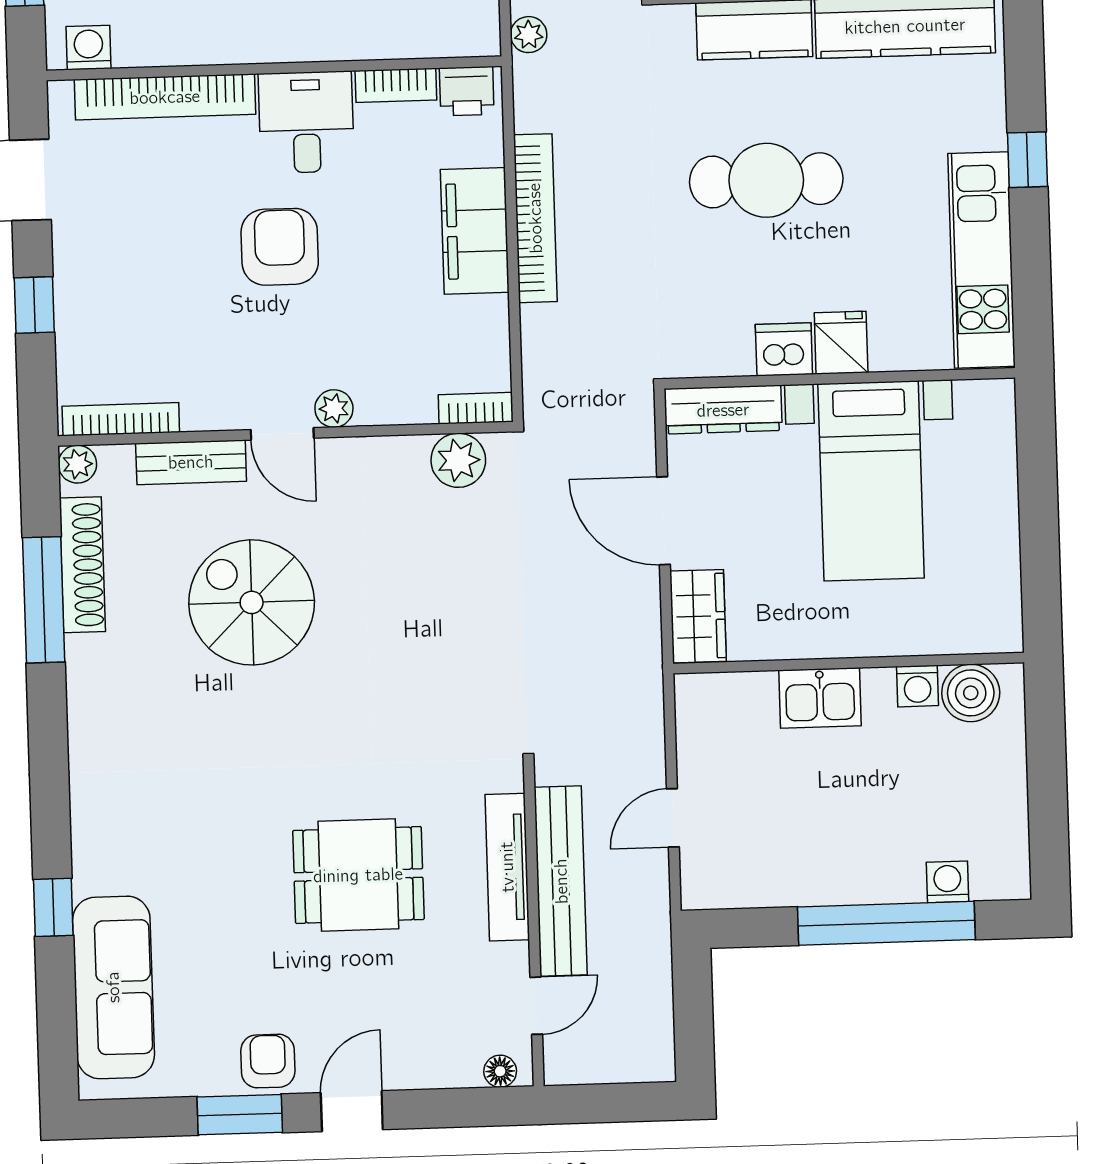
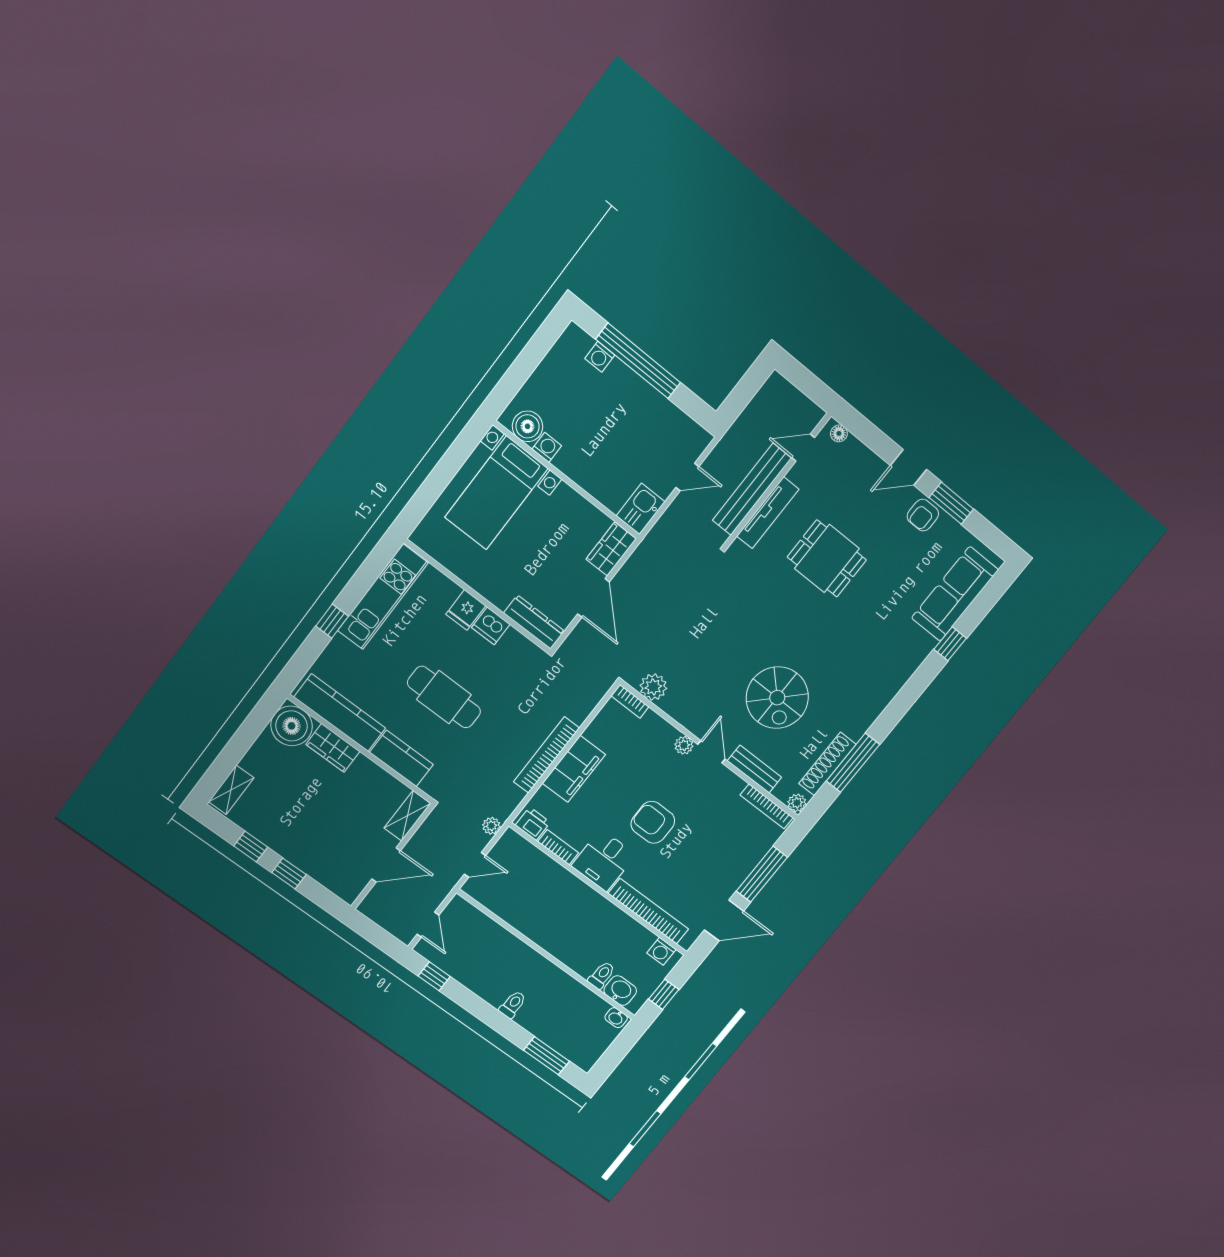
armchair: (280, 247) -> (653, 822), turned 90
window: (34, 305) -> (762, 874), width x2.17
bed with nightstands: (871, 481) -> (496, 493), moved, turned 180
kitchen sink: (820, 698) -> (641, 509), moved, turned -90

